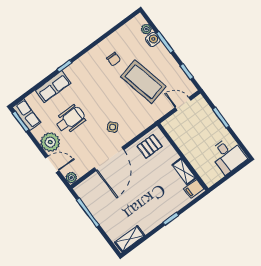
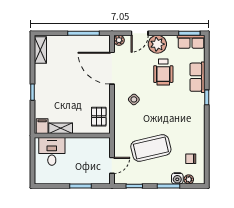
chair: (114, 59) -> (191, 159), moved
desk: (228, 155) -> (52, 151), moved, turned 90
door: (109, 159) -> (112, 68), moved

